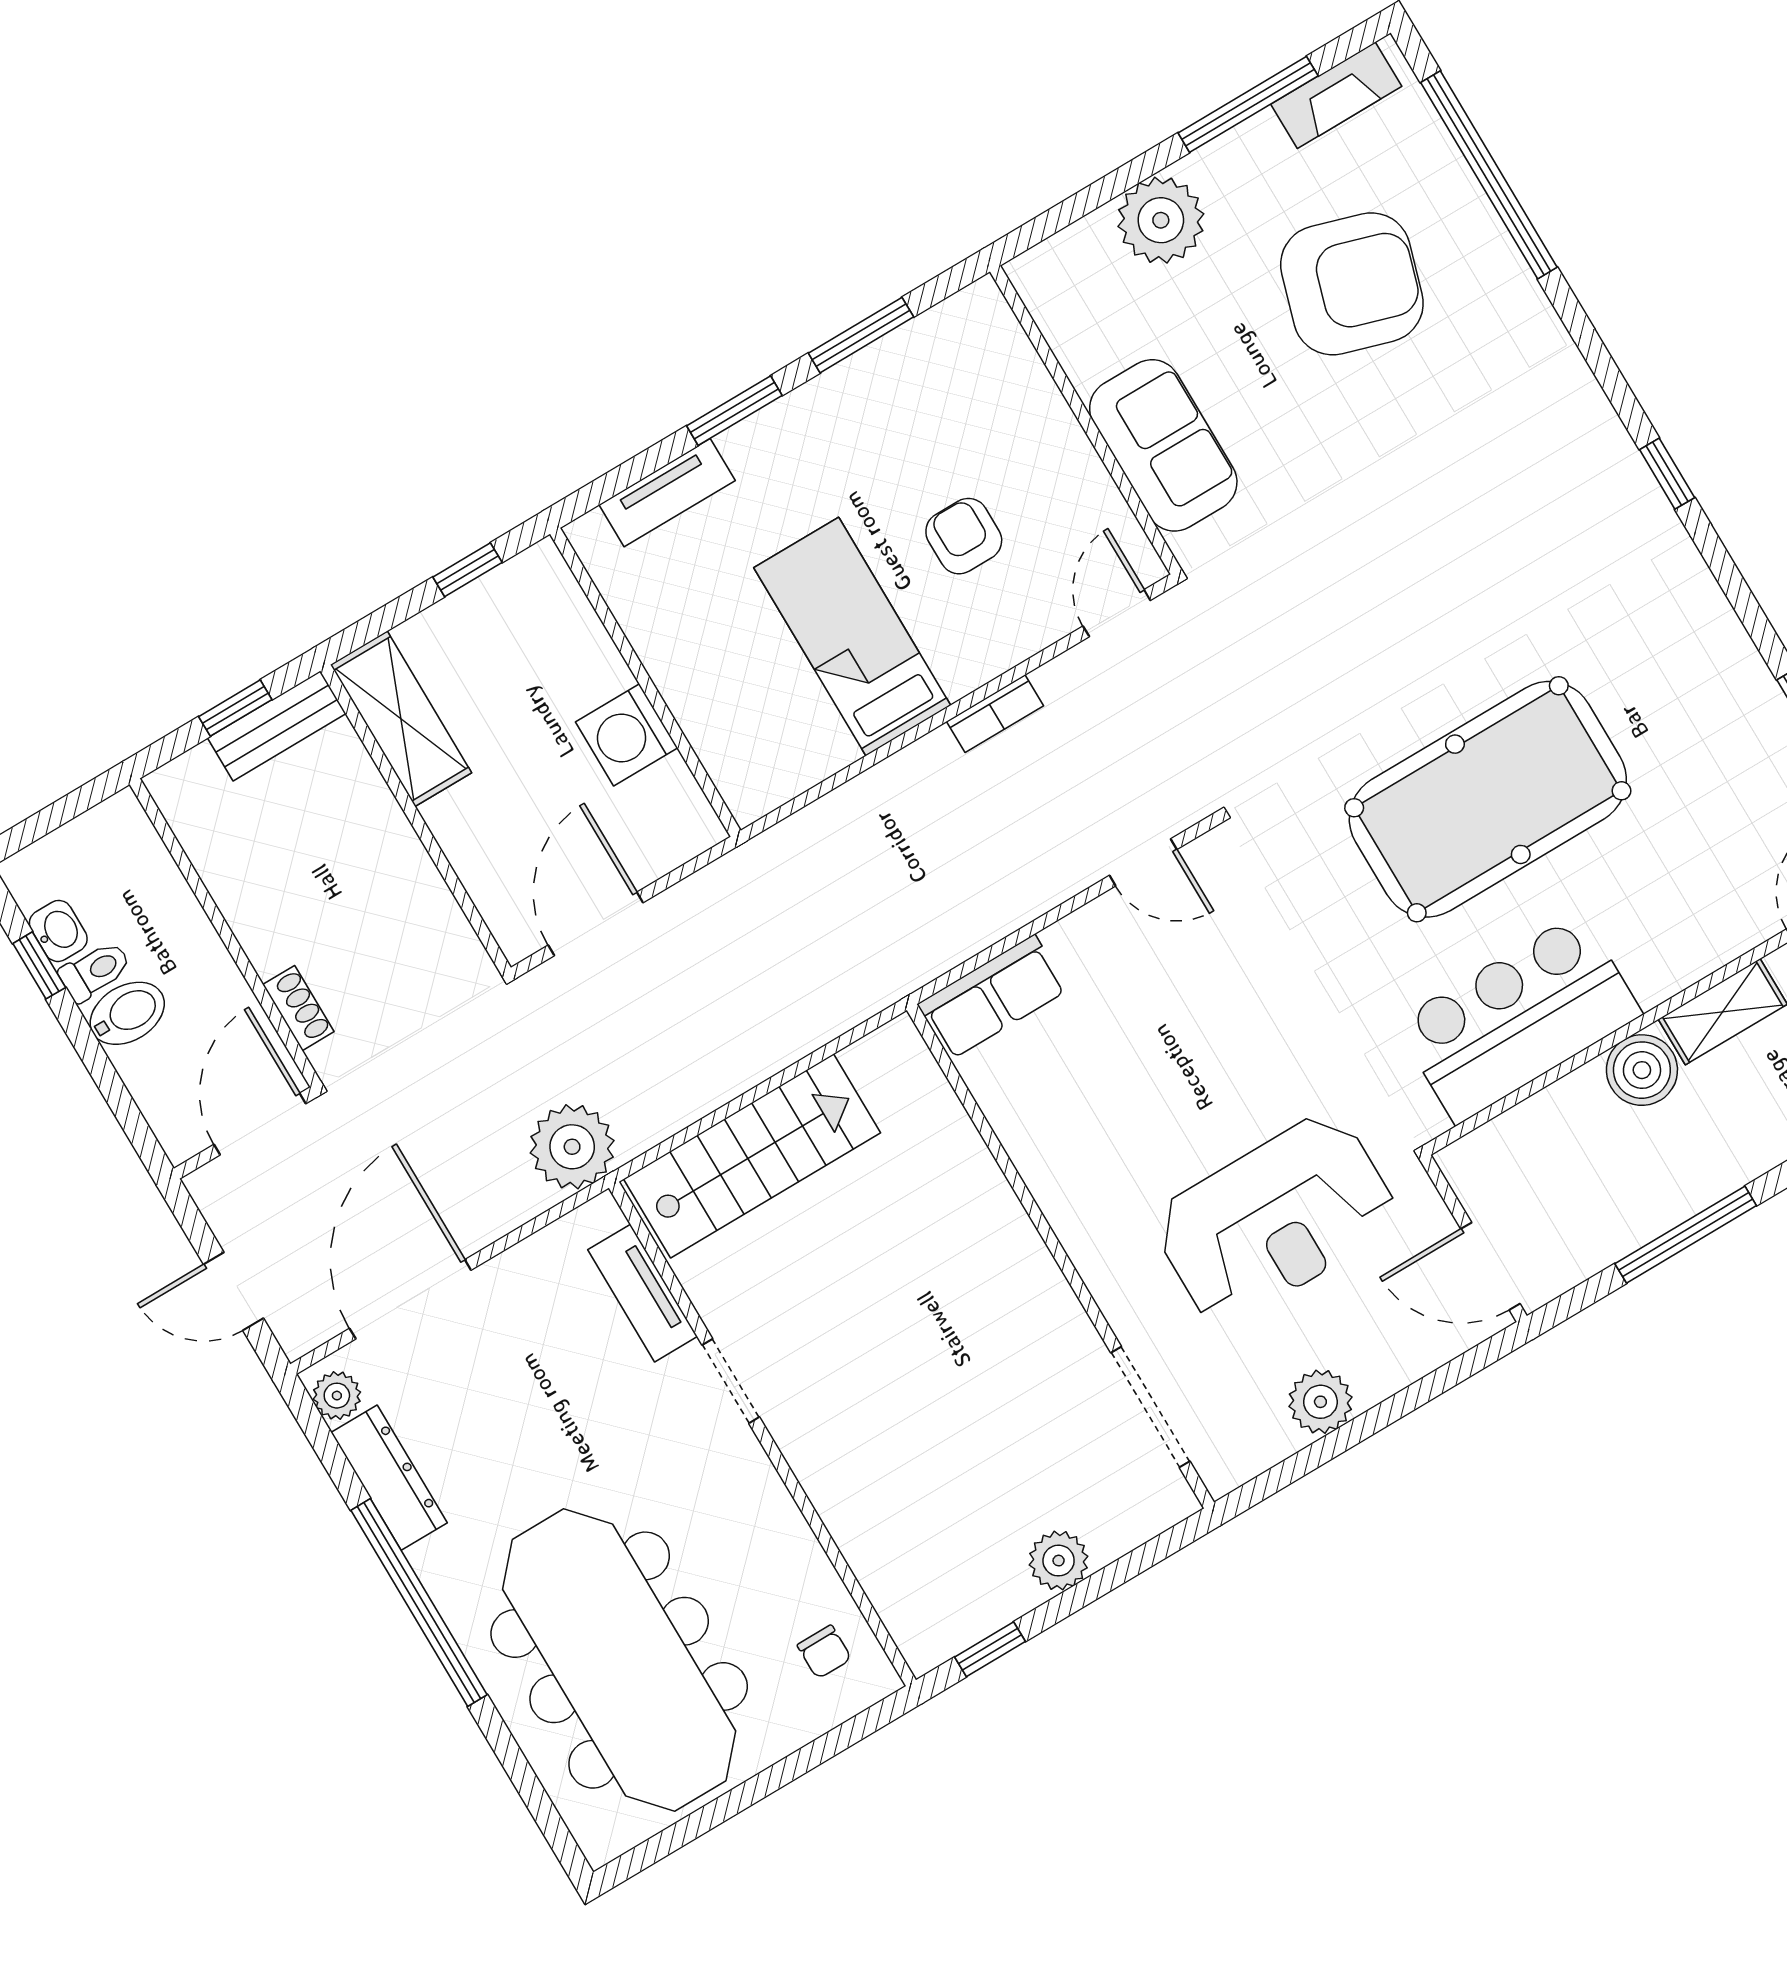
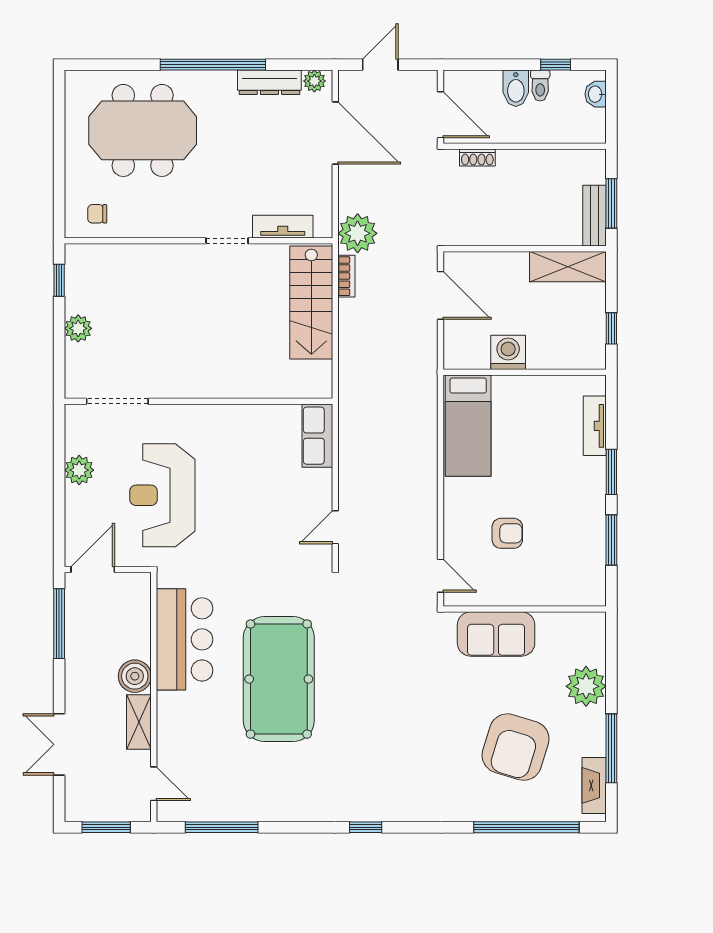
bed: (852, 637) -> (468, 426), moved, turned 90
window: (235, 708) -> (611, 203), width x1.50
bookcase: (995, 714) -> (346, 276), moved, turned 180
washbasin: (58, 931) -> (596, 94), moved, turned 90
window: (1686, 1235) -> (59, 624), moved
meeting table: (619, 1660) -> (143, 130), width x0.73

